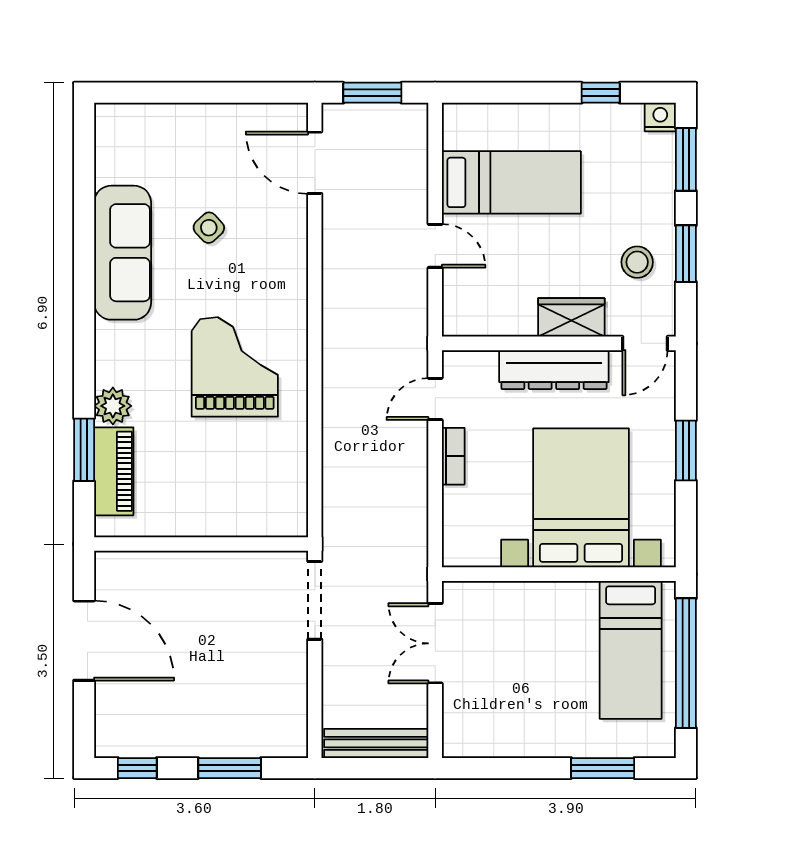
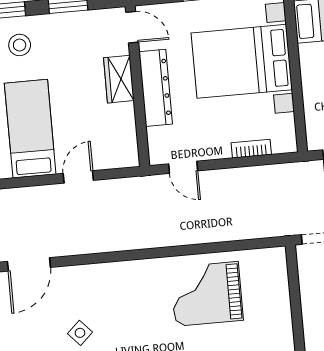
stool: (637, 262) -> (20, 45), moved
grand piano: (235, 367) -> (207, 294), moved
bookcase: (453, 456) -> (251, 149), moved

